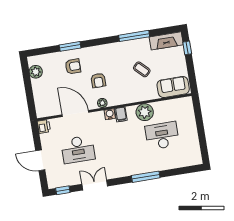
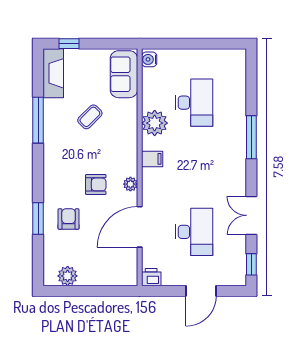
water cooler: (110, 114) -> (149, 59), moved
desk: (162, 136) -> (194, 103), turned 180

